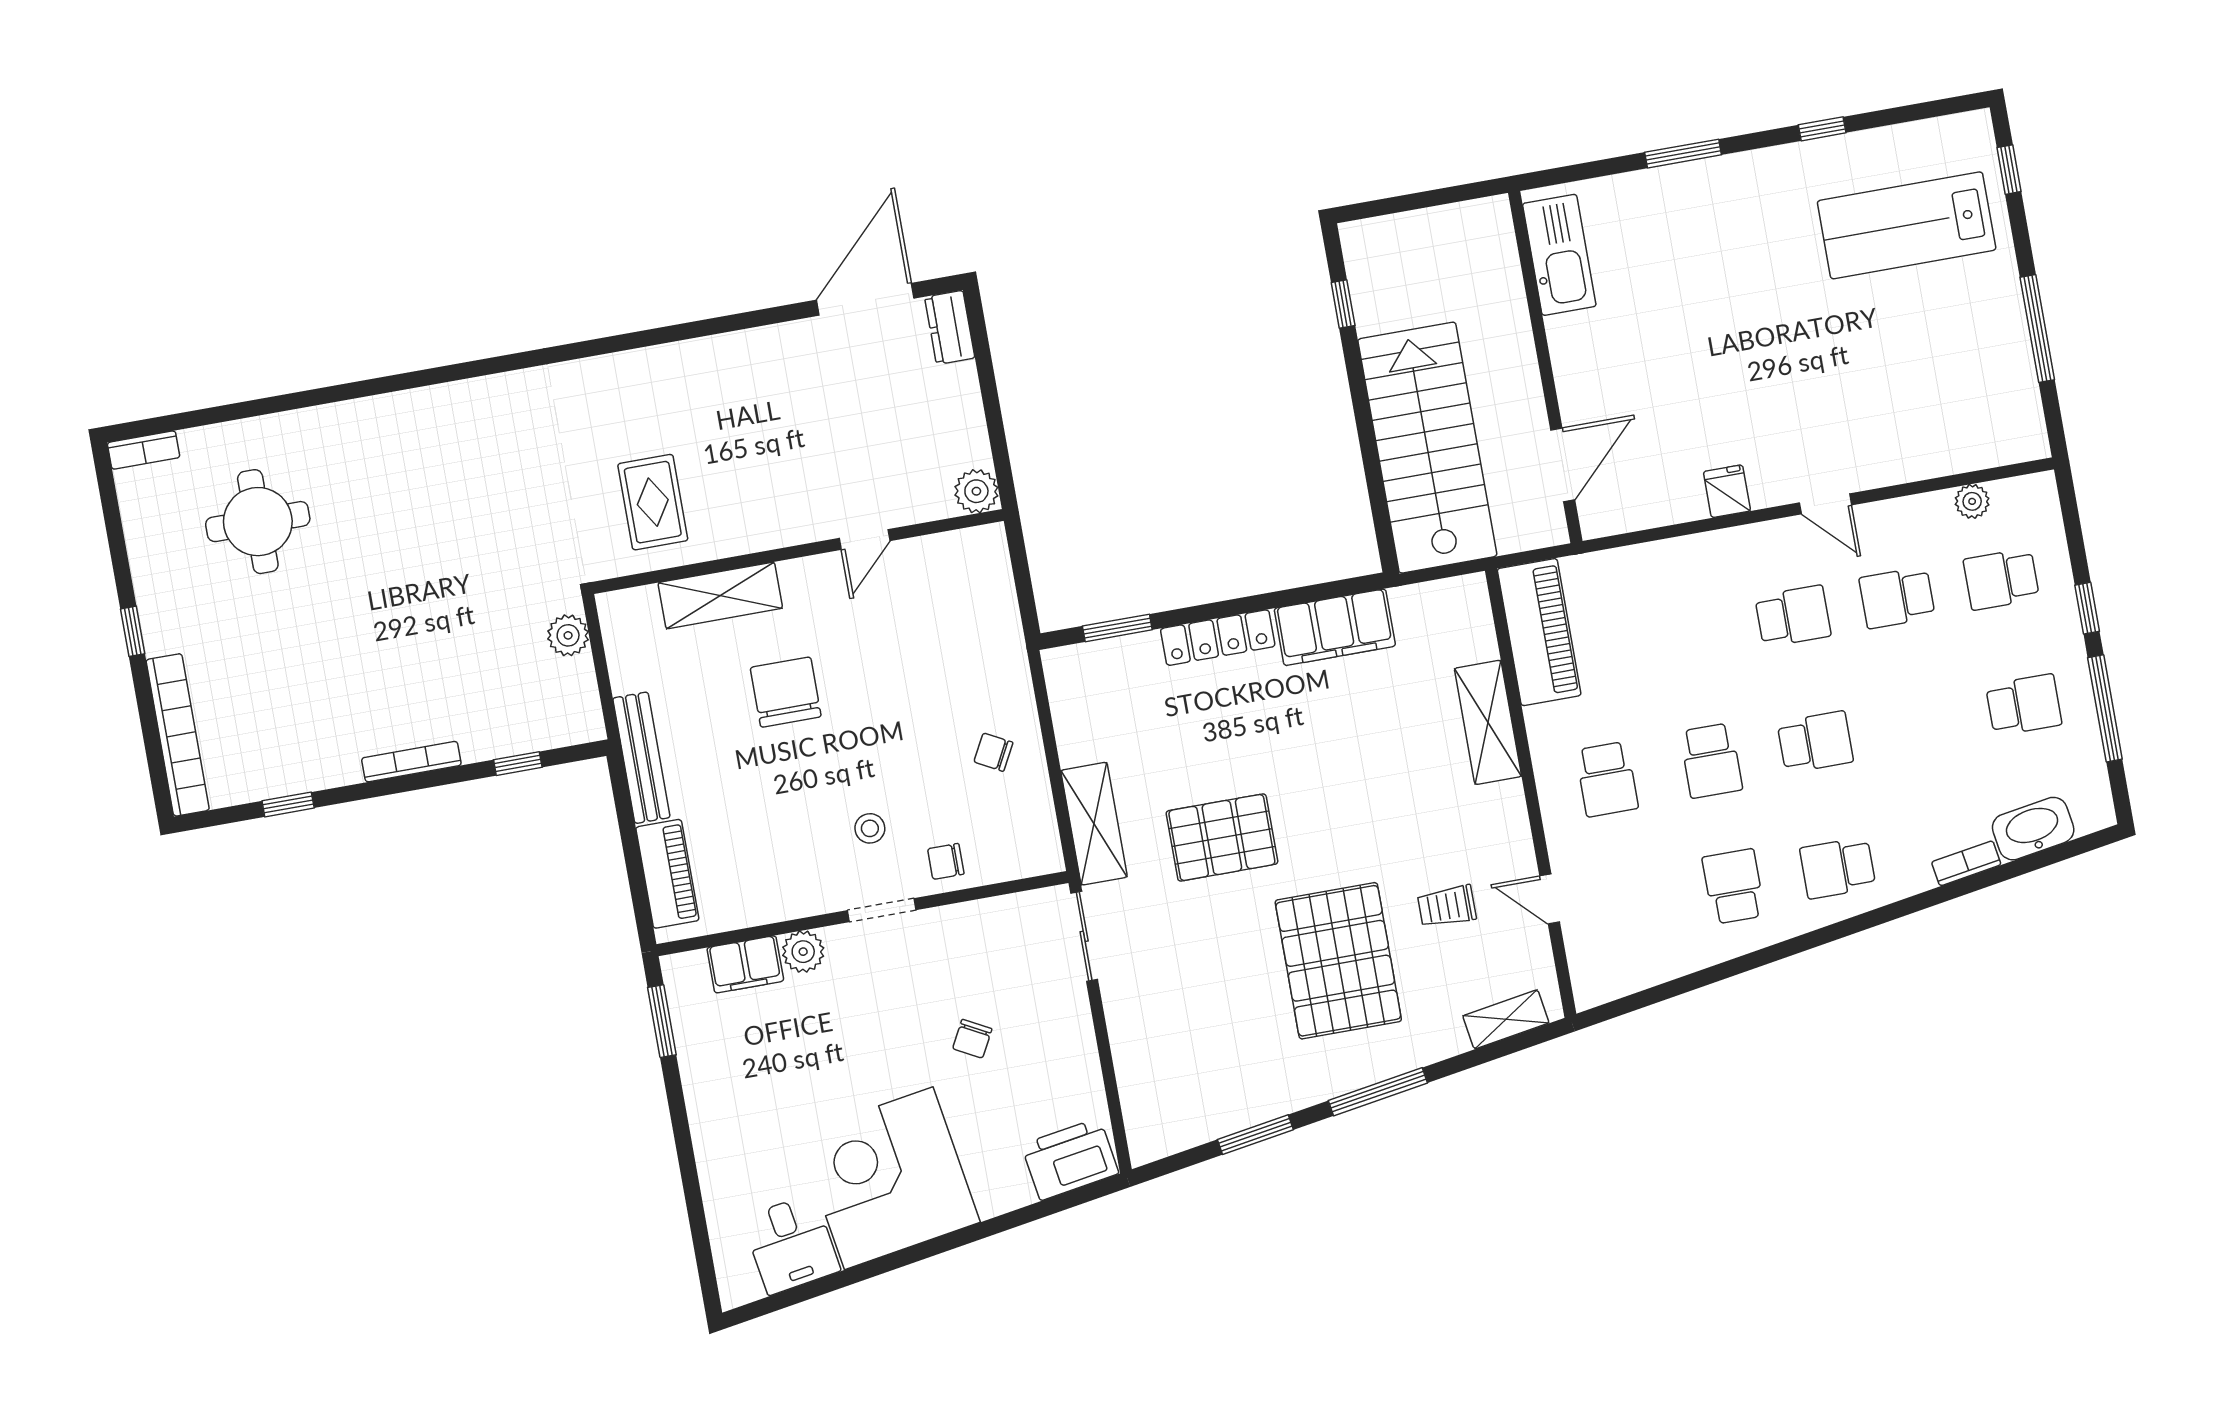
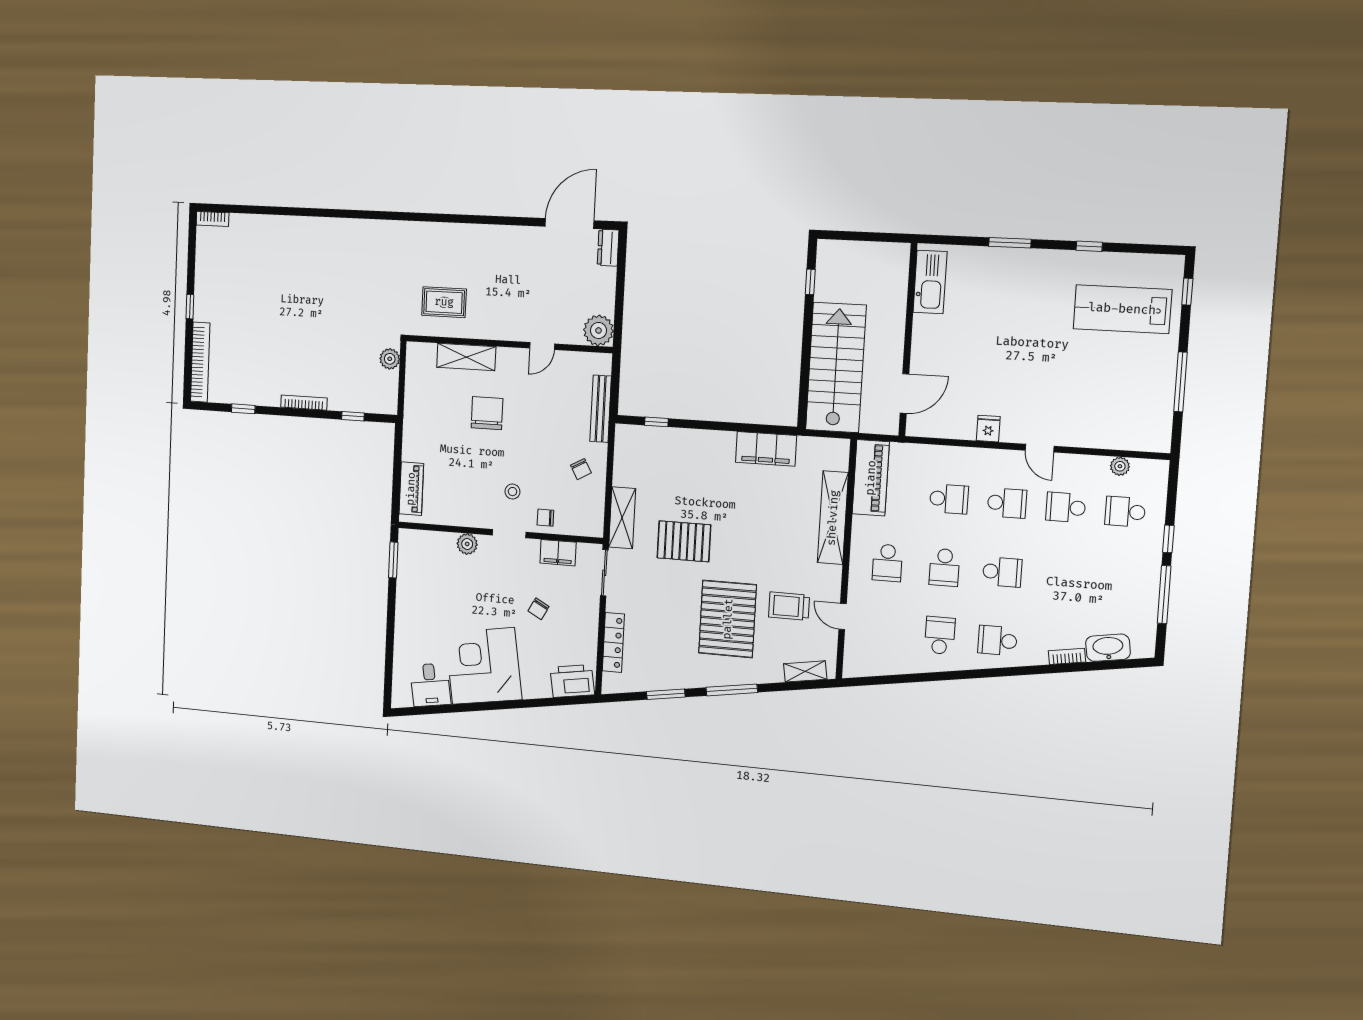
plant: (976, 491) -> (599, 330), width x1.36, depth x1.36
rug: (653, 502) -> (444, 302), turned 90
round table: (258, 522) -> (257, 267), removed
window: (1117, 628) -> (656, 422), width x0.67
locker: (1218, 638) -> (613, 642), moved, turned -90
school desk: (2024, 705) -> (949, 499), moved
shelving: (1488, 722) -> (833, 518), width x1.47
chair: (993, 752) -> (581, 469), turned -147
bench: (641, 758) -> (601, 409), moved
trolley: (1447, 906) -> (789, 606), width x1.36, depth x1.39
filing cabinet: (745, 964) -> (558, 553), moved

